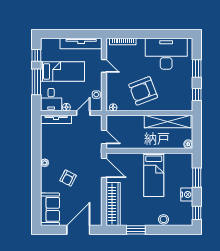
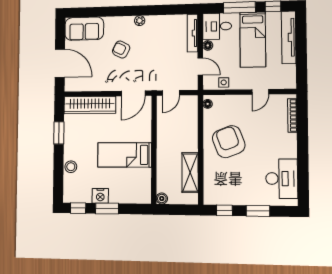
tv unit: (81, 43) -> (289, 37), moved
desk: (166, 54) -> (282, 179), width x0.73, depth x0.77
shelving: (168, 122) -> (190, 173), width x0.68
window: (197, 178) -> (107, 209), moved

